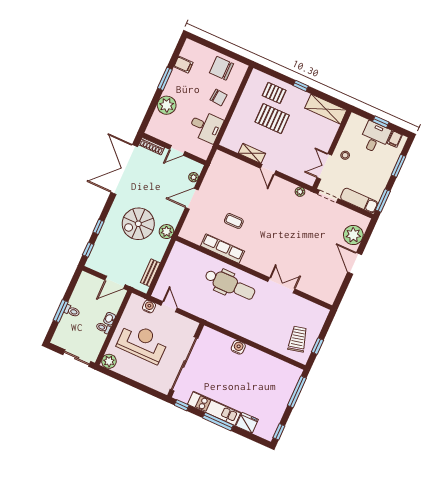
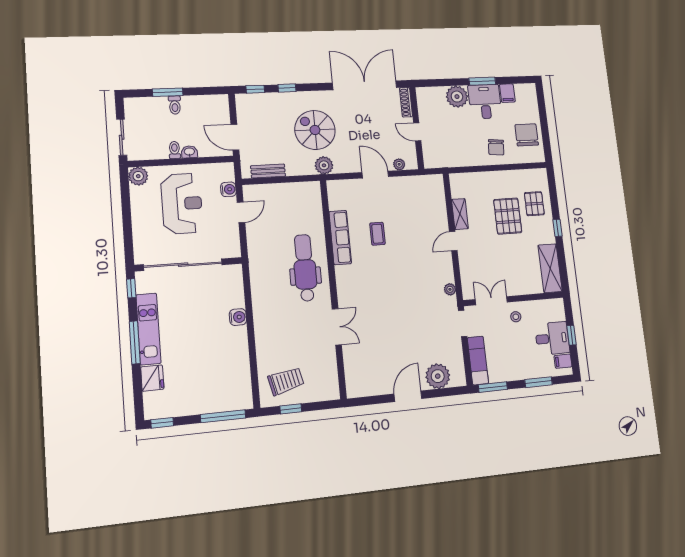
desk: (206, 127) -> (485, 102), moved, turned 180
dental chair: (230, 285) -> (305, 268), turned 180

